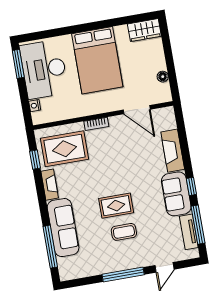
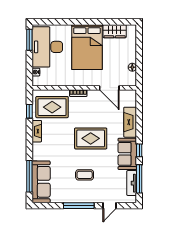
wardrobe: (144, 30) -> (115, 31), moved
rug: (116, 206) -> (91, 138), moved, width x1.36, depth x1.43
sofa: (63, 228) -> (41, 182), moved

